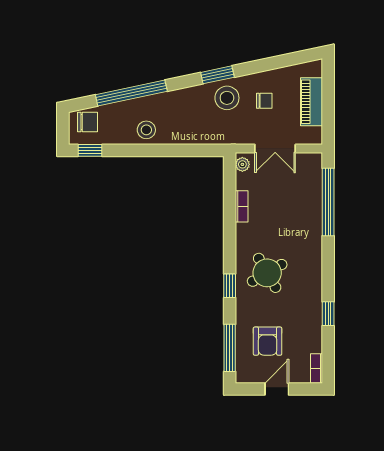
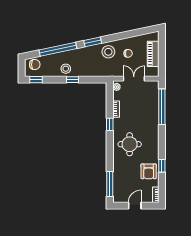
window: (217, 75) -> (93, 42), moved
double door: (275, 148) -> (134, 79), swing flipped
window: (159, 150) -> (73, 80), added
round table: (267, 273) -> (130, 144), turned 30
window: (230, 286) -> (110, 124), moved
armchair: (268, 341) -> (149, 171), moved

